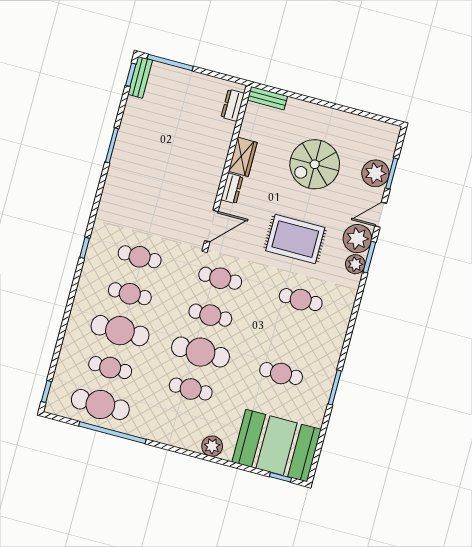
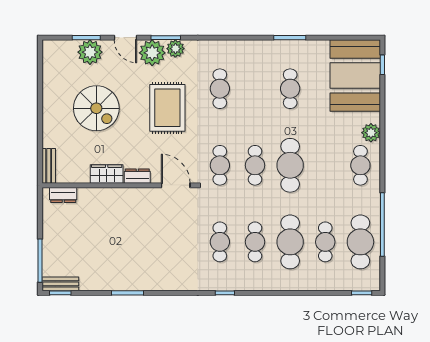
cafe table: (191, 389) -> (360, 165), moved

